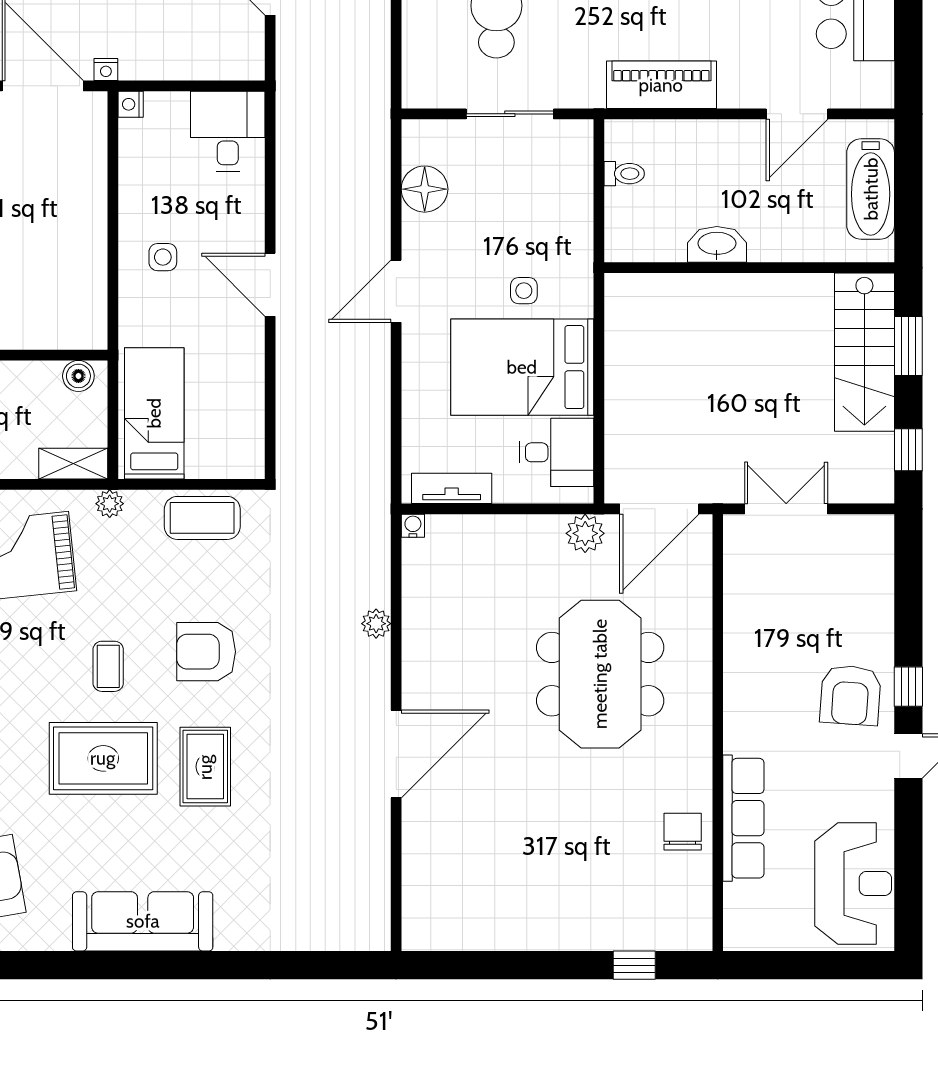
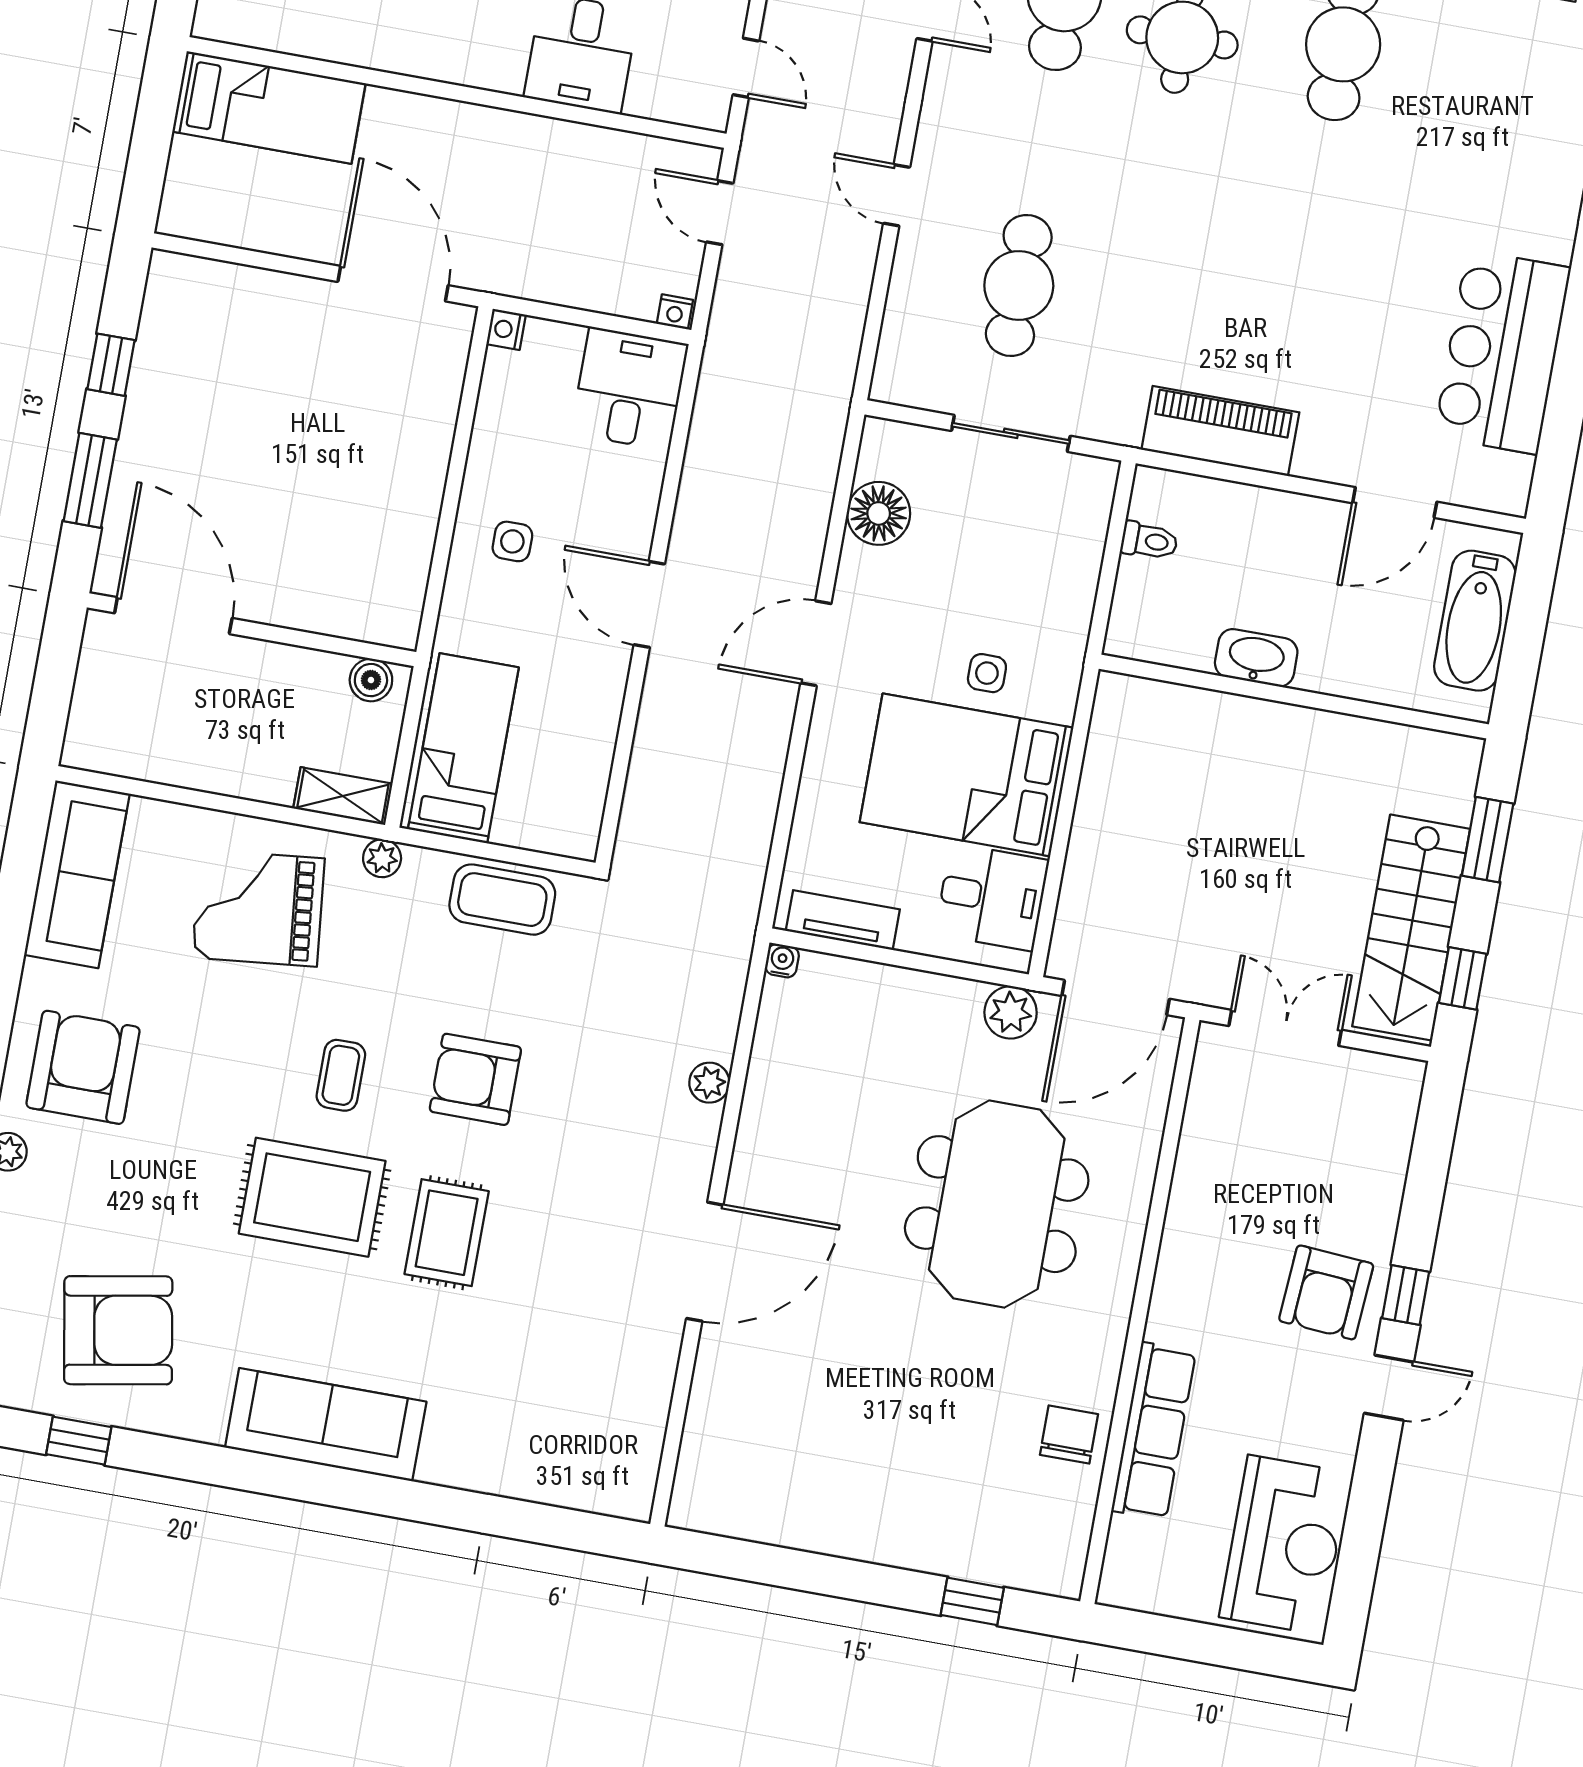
nightstand: (106, 70) -> (675, 312), moved
stairs: (864, 352) -> (1411, 928), moved

